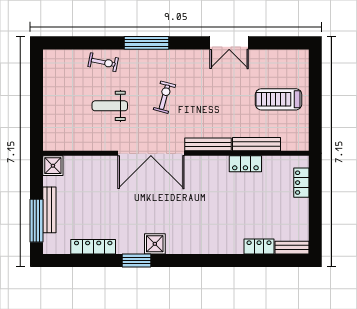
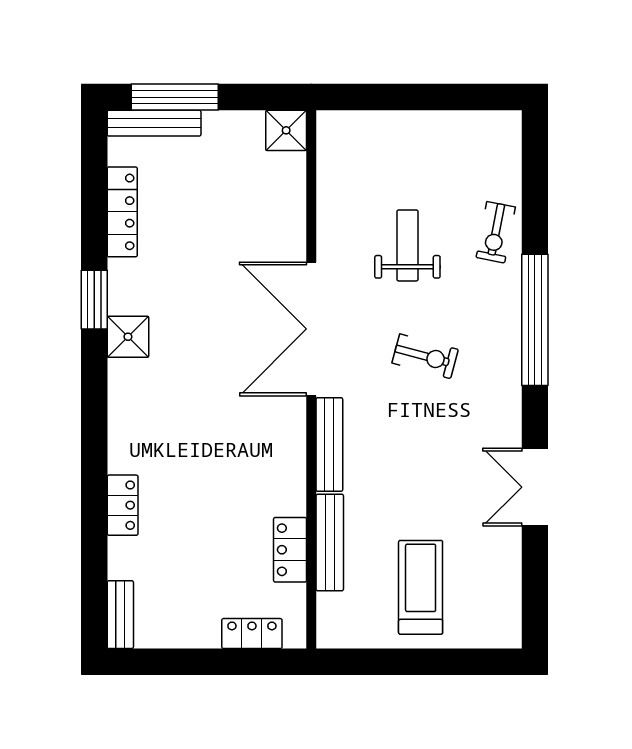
window: (147, 43) -> (535, 320), width x1.46
locker: (245, 164) -> (290, 550), moved
bench: (49, 210) -> (154, 123), moved
locker: (259, 246) -> (123, 505), moved

